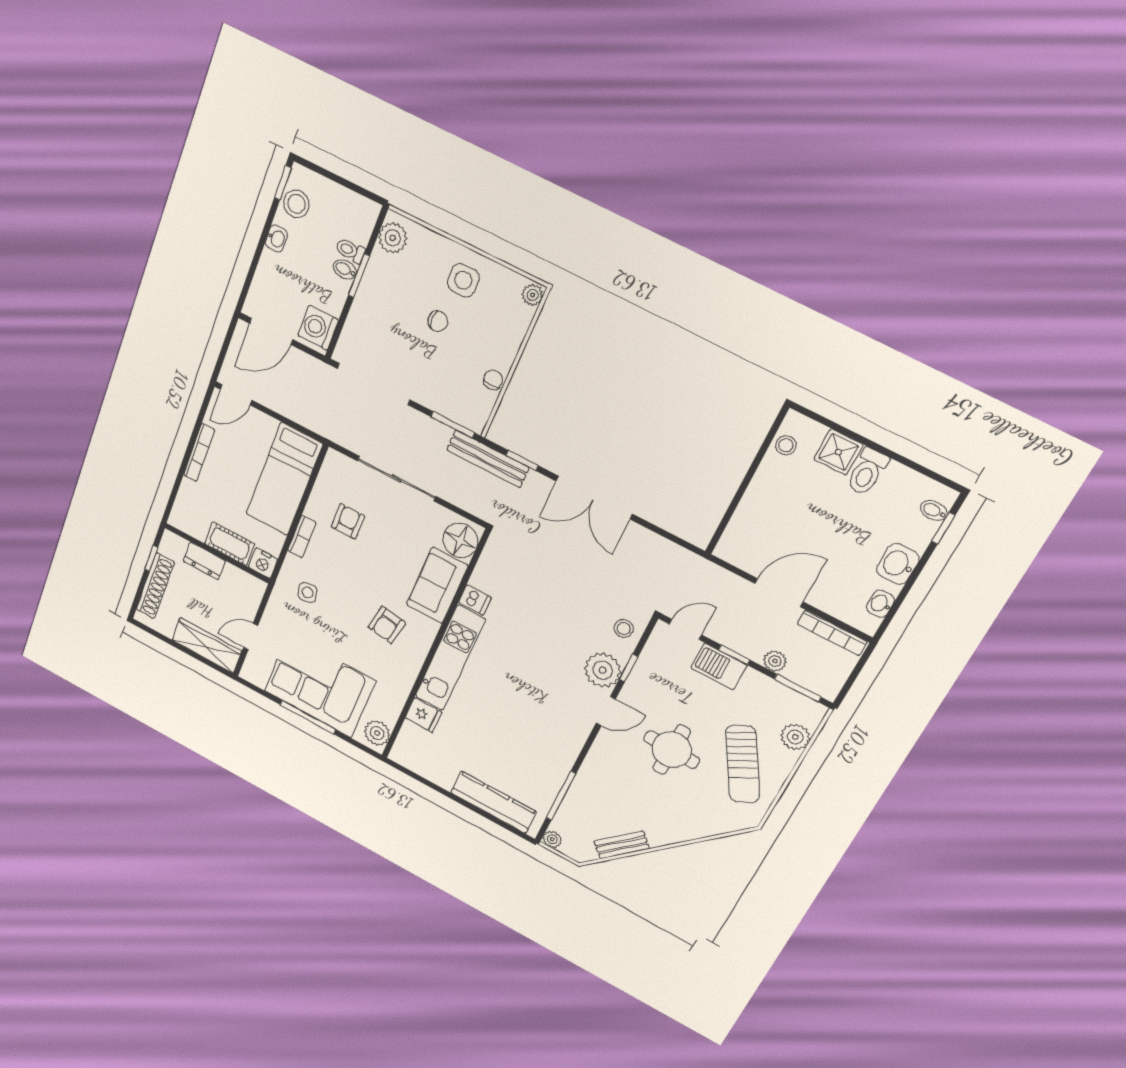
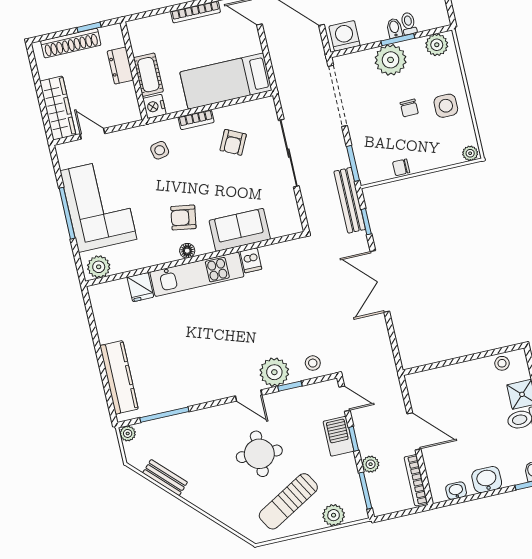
plant: (375, 300) -> (391, 60), added
chair: (493, 380) -> (401, 167), turned 180
armchair: (348, 521) -> (233, 142), turned 116
floor lamp: (460, 540) -> (187, 251), moved, width x0.53, depth x0.53

